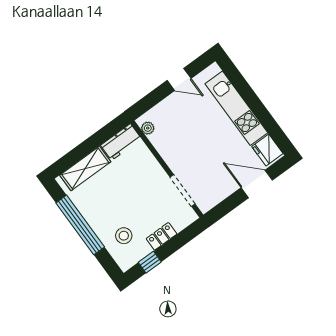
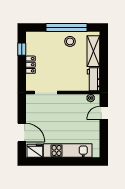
door: (179, 79) -> (104, 113), moved
door: (257, 184) -> (22, 133), hinge flipped
stool: (124, 236) -> (70, 41), moved

